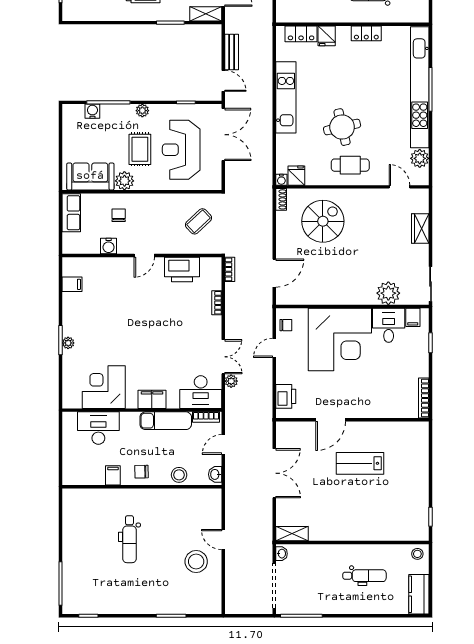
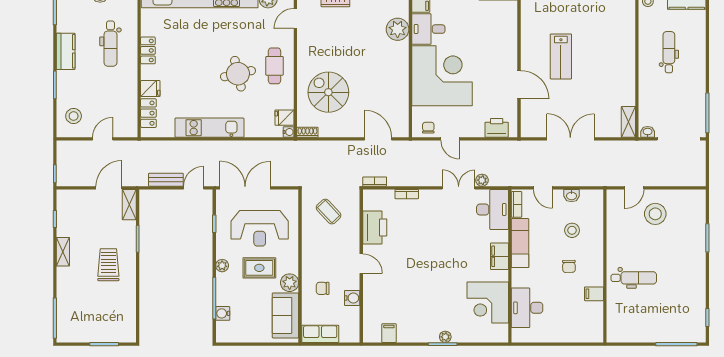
filing cabinet: (113, 475) -> (594, 294), moved
wall: (142, 487) -> (605, 266), moved

